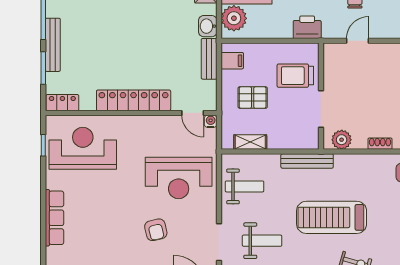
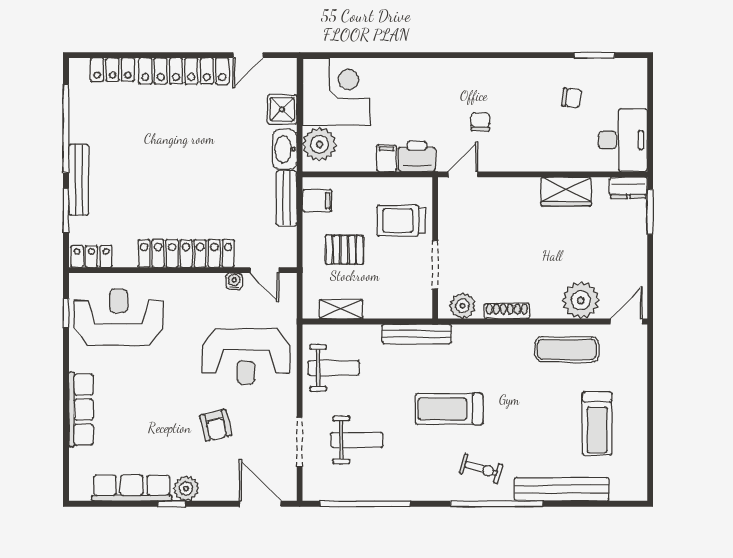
washbasin: (208, 26) -> (285, 149), width x1.38
filing cabinet: (284, 29) -> (387, 158), added
door: (358, 41) -> (463, 174), moved
water cooler: (211, 121) -> (234, 281), moved
shoe rack: (380, 144) -> (507, 311), width x1.43
treadmill: (332, 217) -> (449, 409), width x0.73, depth x0.73

